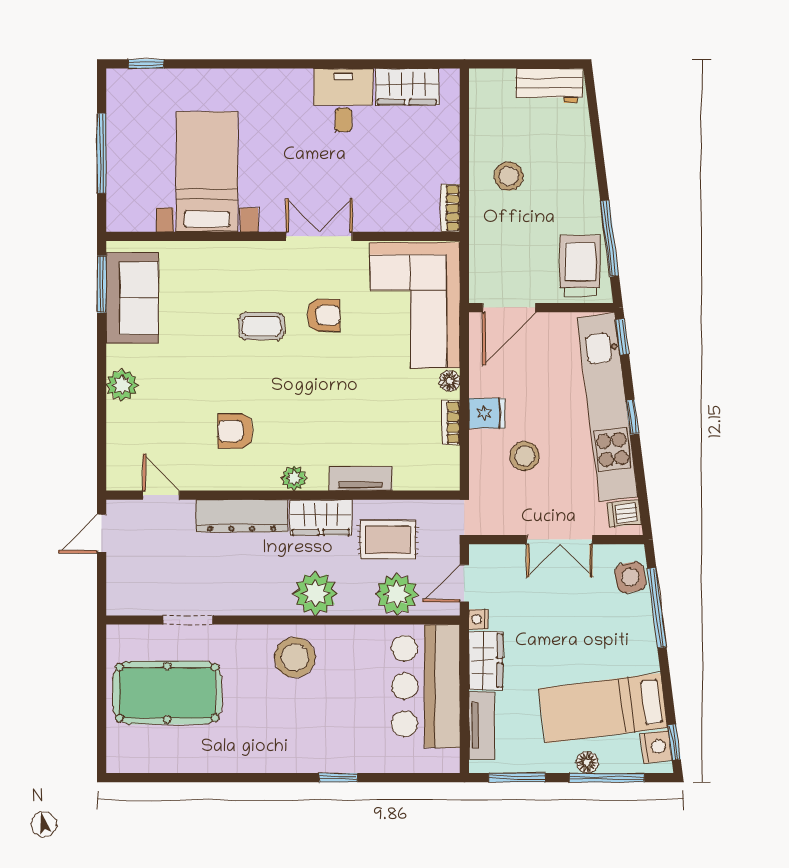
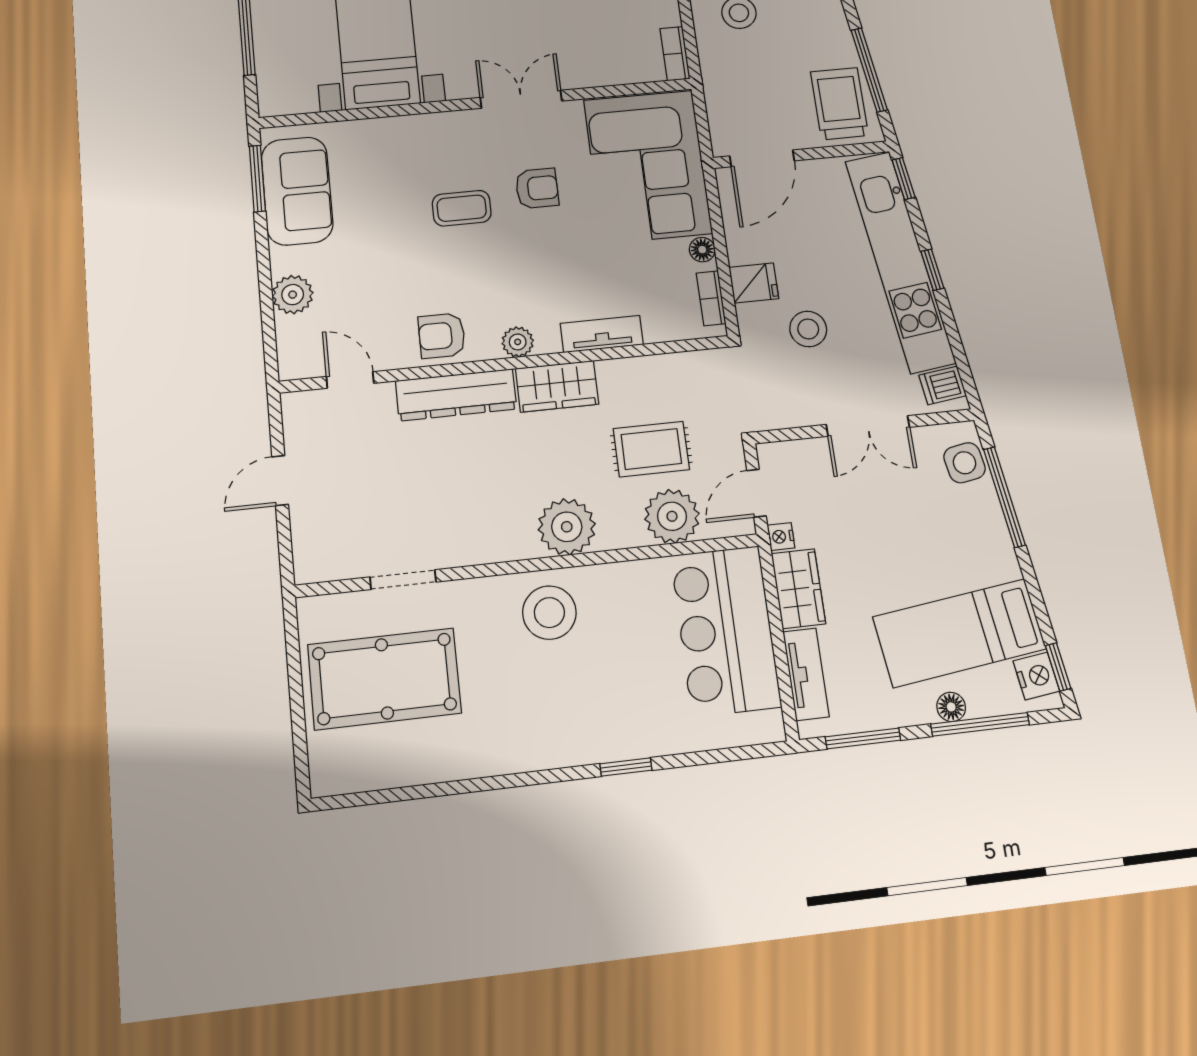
plant: (294, 478) -> (518, 342), moved
tv unit: (361, 479) -> (602, 334), moved
door: (161, 495) -> (350, 380), moved
wall: (283, 495) -> (506, 364), moved
dresser: (242, 516) -> (456, 395), moved
wardrobe: (321, 517) -> (557, 386), moved

